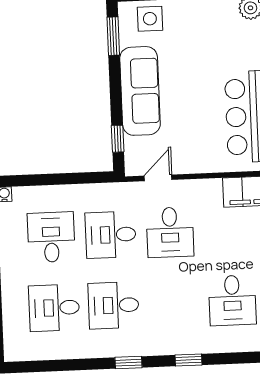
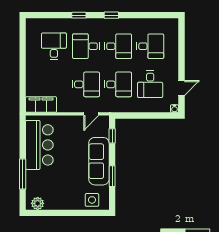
window: (113, 36) -> (112, 176), moved
desk: (170, 232) -> (86, 84), turned 90
desk: (173, 303) -> (86, 46), added

